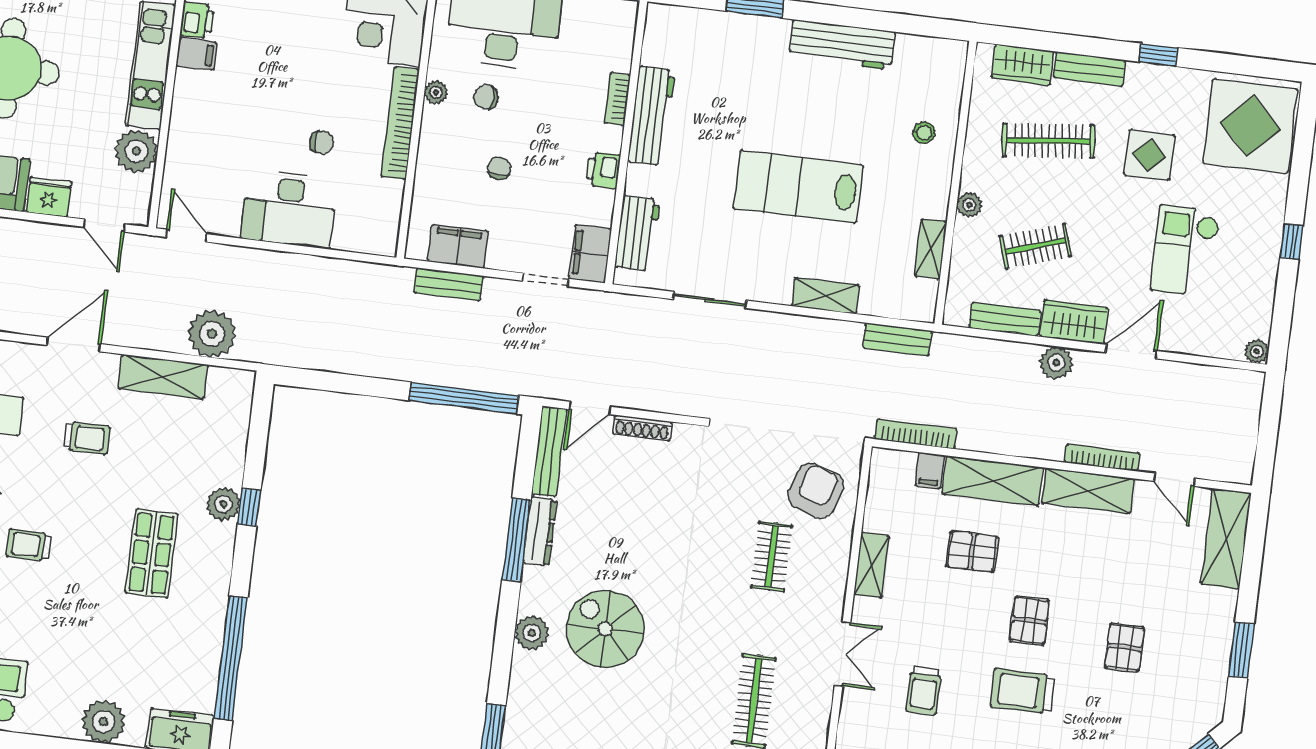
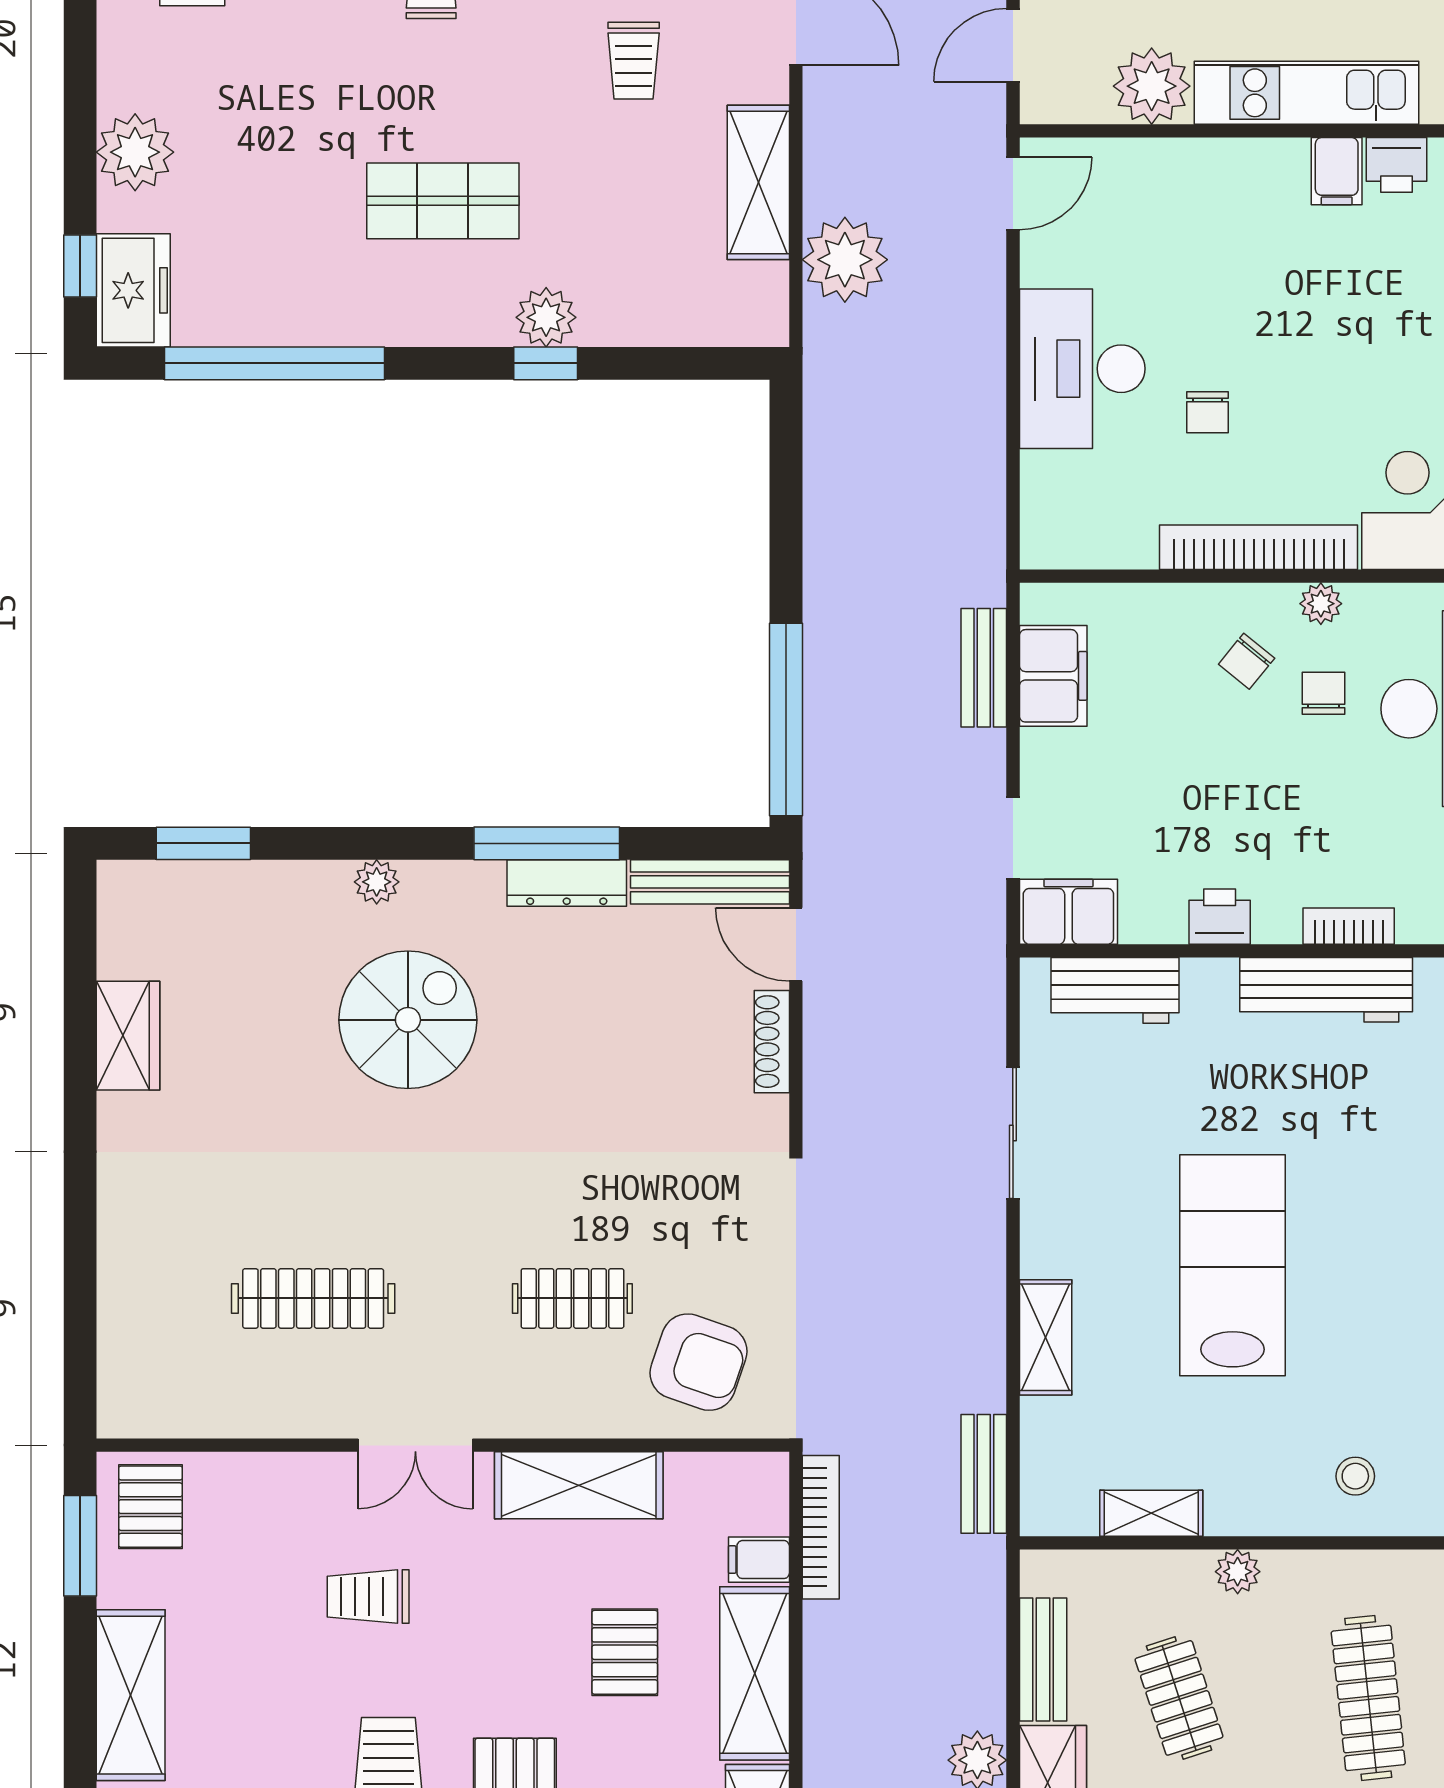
chair: (499, 168) -> (1247, 661), moved, turned 129
shelving: (871, 565) -> (579, 1485), width x1.50, depth x1.33
plant: (532, 633) -> (377, 882), width x0.73, depth x0.73

